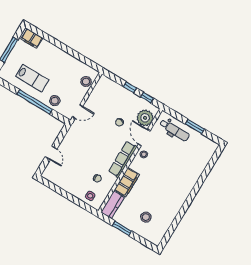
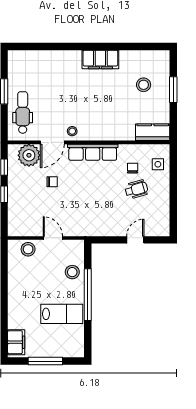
lab bench: (32, 78) -> (62, 314), turned 90
door: (78, 112) -> (53, 238), moved
wheelchair: (83, 173) -> (136, 189), added
filing cabinet: (127, 182) -> (100, 59), moved, turned 180
window: (122, 228) -> (173, 90), moved

